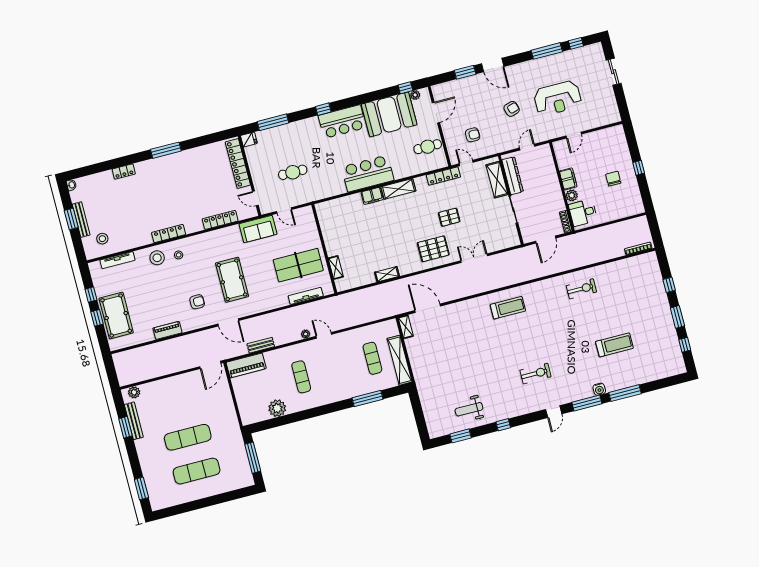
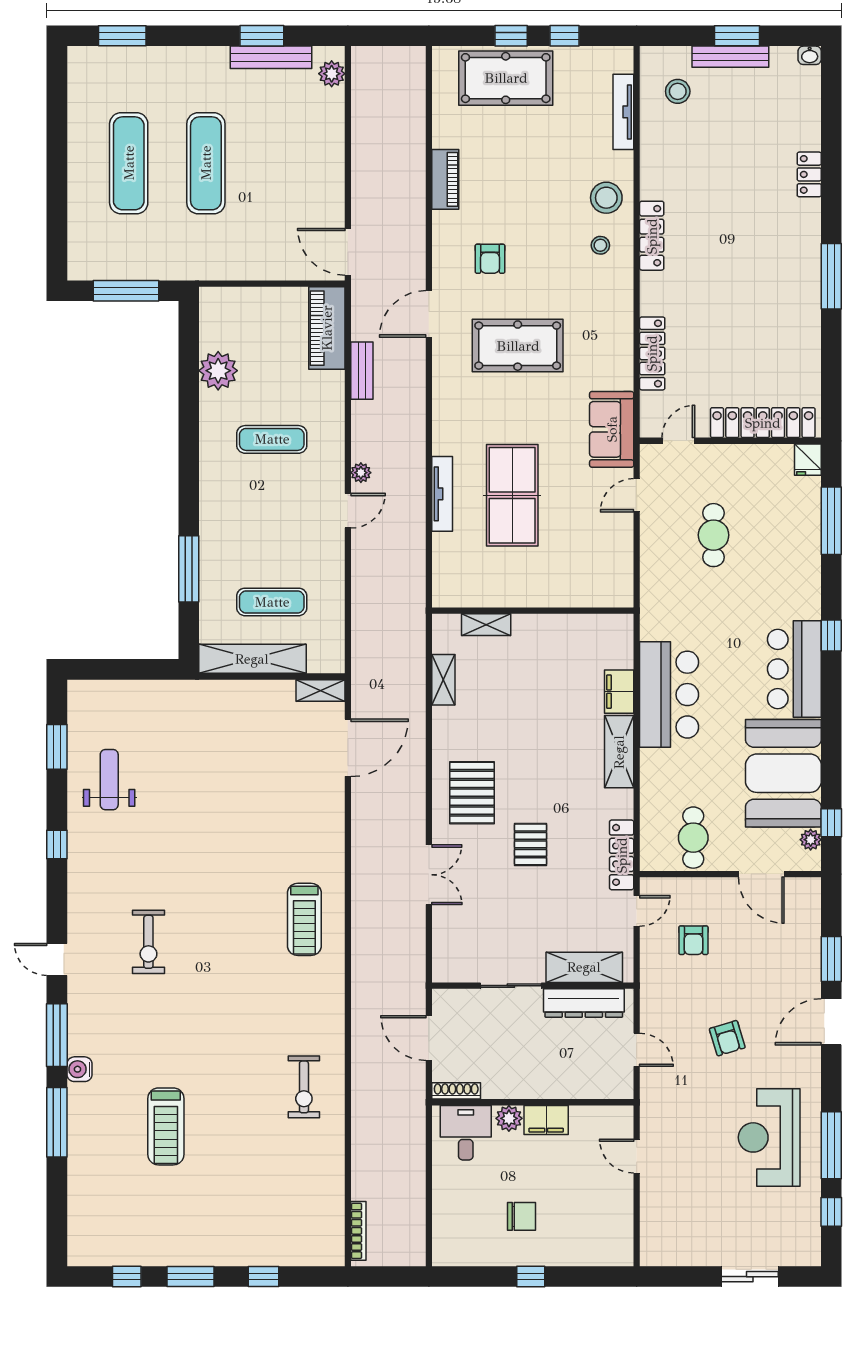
reception desk: (558, 98) -> (769, 1137), moved
wall: (324, 249) -> (533, 611), moved
shelving: (336, 267) -> (486, 625), moved

